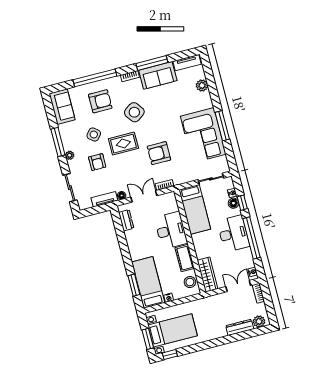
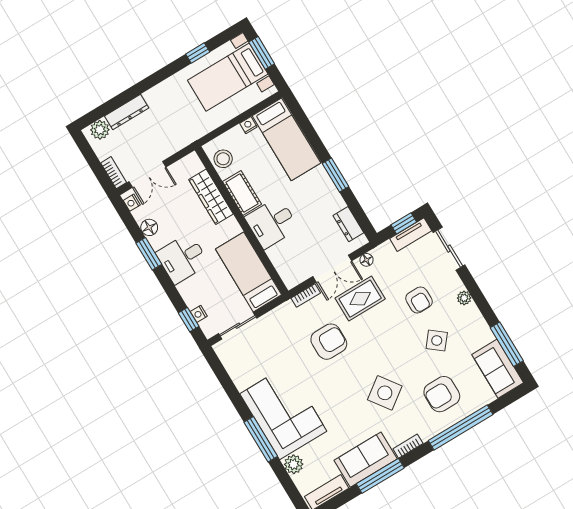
window: (222, 126) -> (261, 439), moved
corner sofa: (203, 135) -> (283, 412), moved
window: (58, 142) -> (507, 344), moved
rug: (123, 144) -> (360, 299), moved
armchair: (97, 162) -> (419, 300), turned 180
tv unit: (104, 199) -> (411, 235), moved
floor lamp: (233, 203) -> (149, 227), moved
window: (242, 203) -> (189, 320), moved
window: (93, 211) -> (404, 223), added
desk: (171, 230) -> (272, 223), width x0.73
desk: (233, 234) -> (182, 258), width x0.73
window: (252, 238) -> (149, 254), width x0.47
wardrobe: (208, 275) -> (211, 197), moved
window: (134, 285) -> (335, 175), moved
window: (170, 354) -> (198, 53), moved

